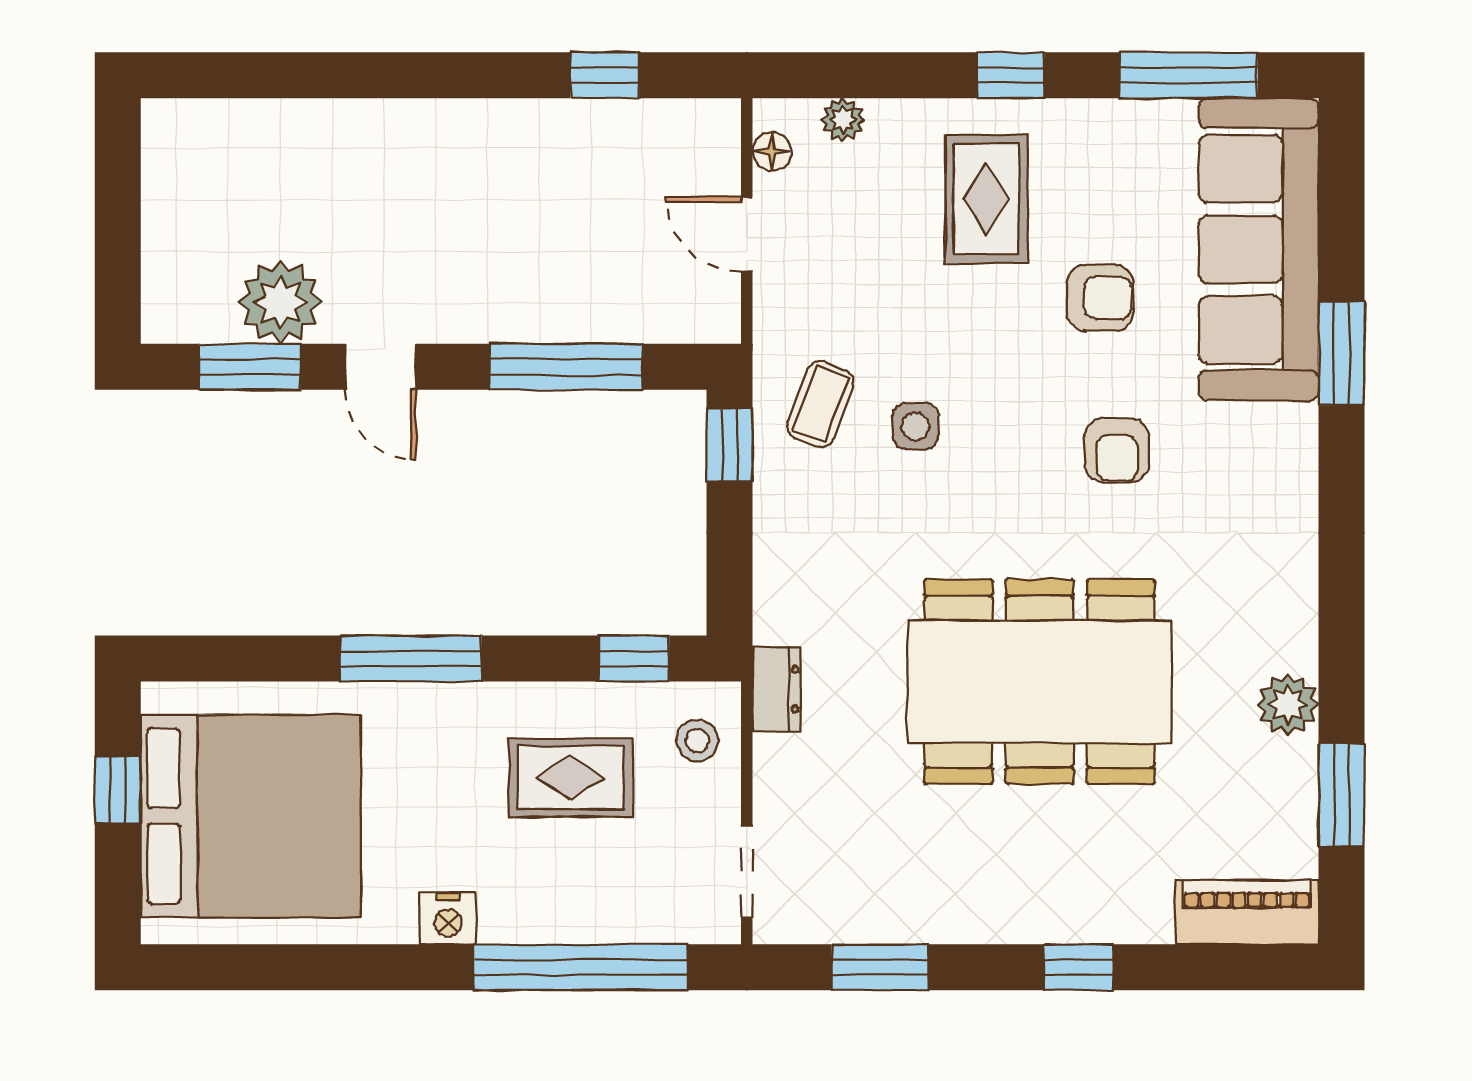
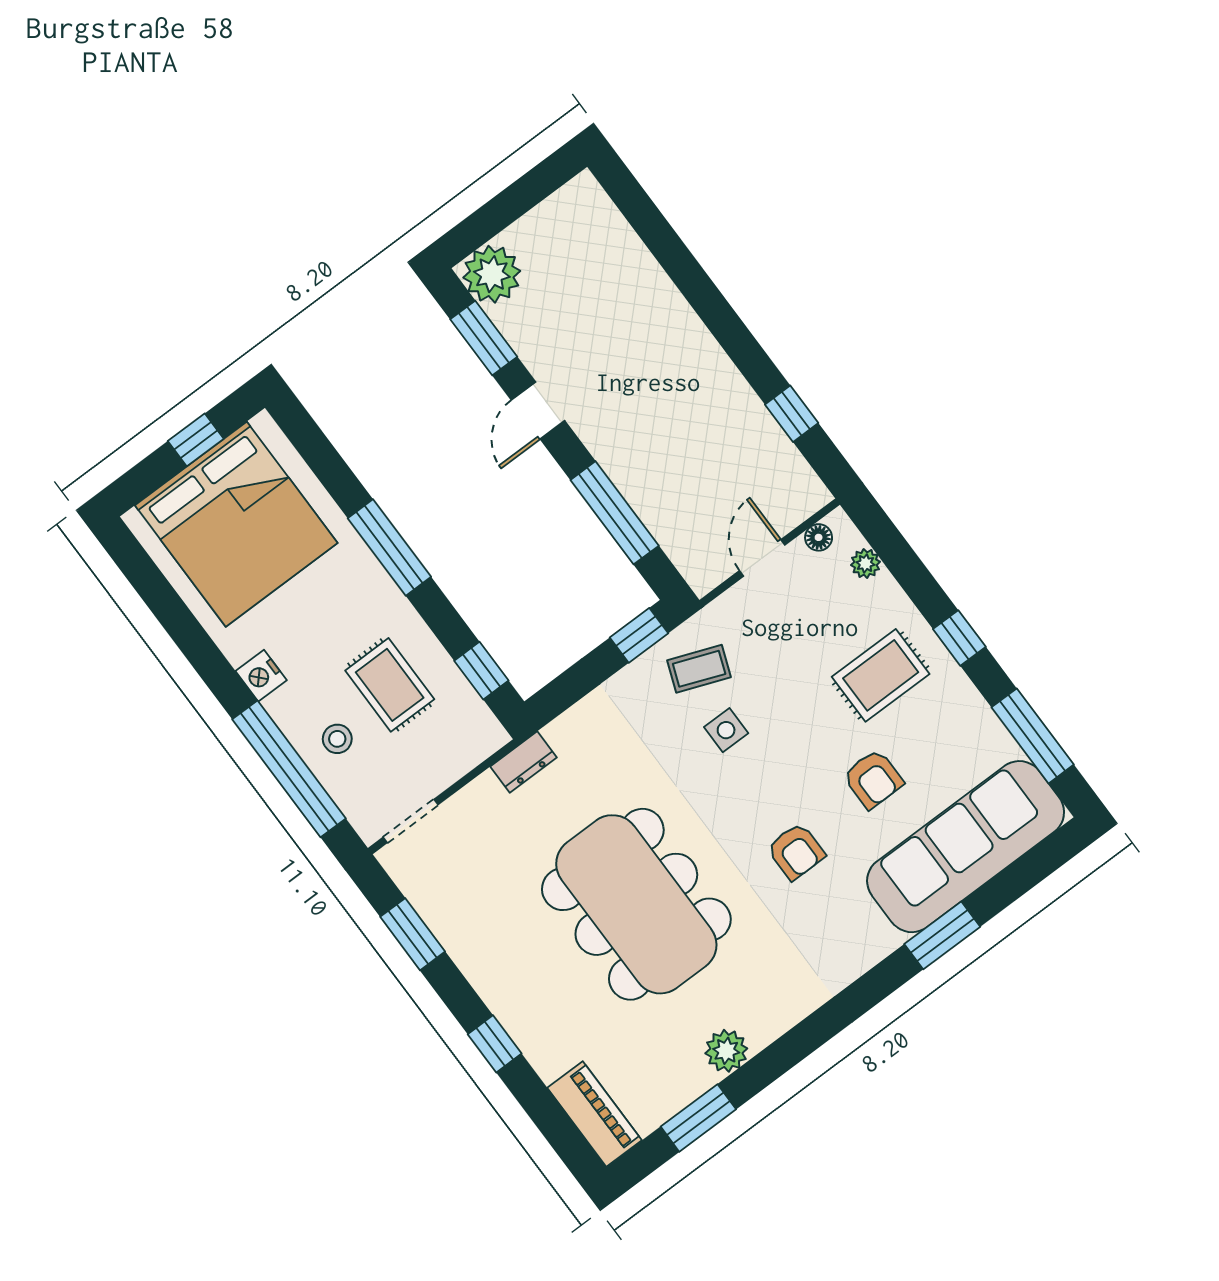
plant: (280, 302) -> (492, 274), moved
armchair: (1117, 450) -> (796, 851), turned -90
stool: (697, 741) -> (337, 739), moved

